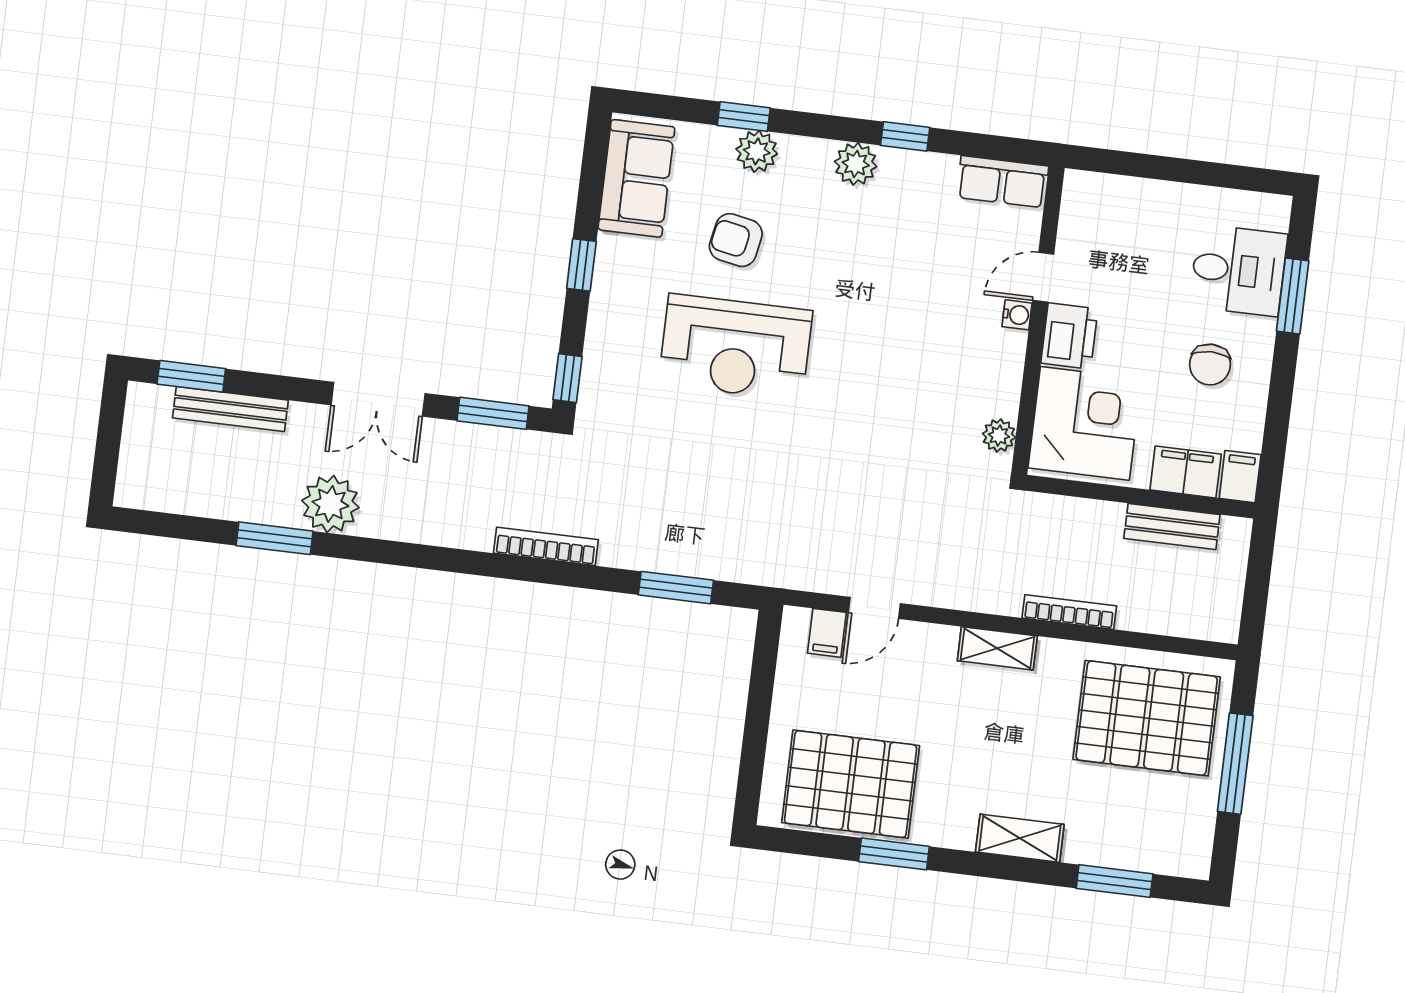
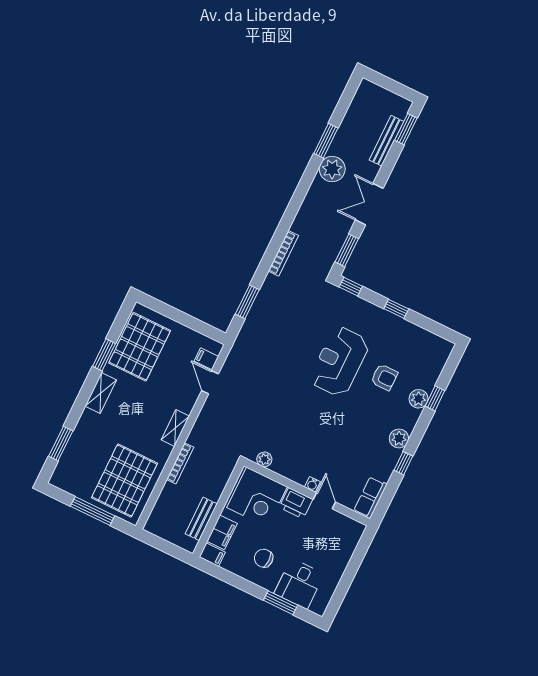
sofa: (636, 178) -> (425, 344), removed
armchair: (736, 240) -> (384, 377), turned 79
shelving: (1020, 838) -> (101, 393), moved

